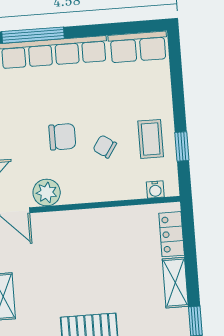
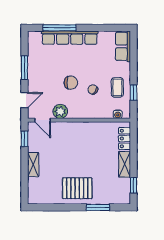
row of seats: (138, 47) -> (123, 46), moved, turned 90

